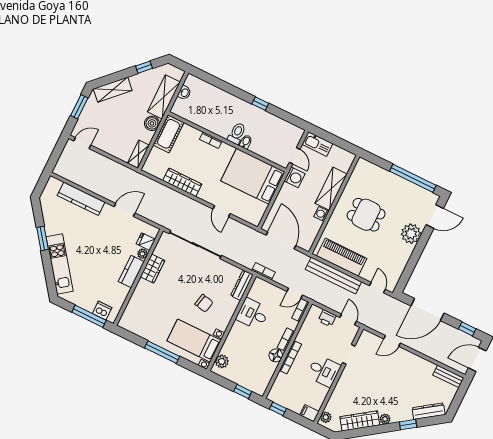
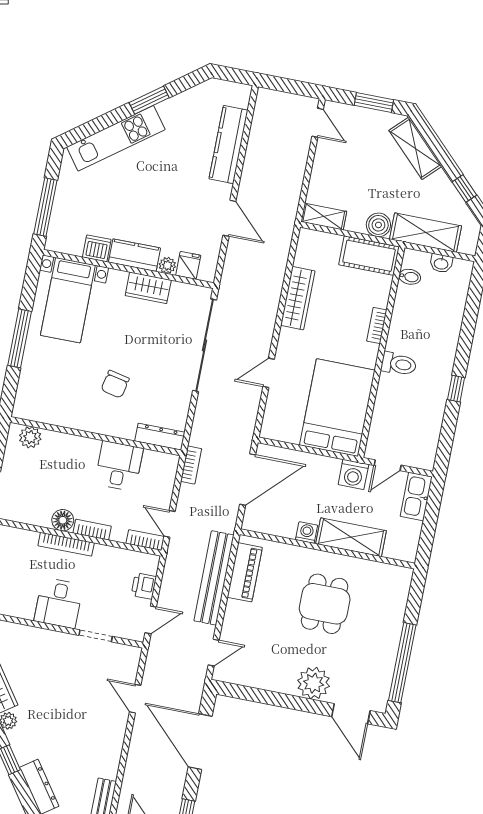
bidet: (246, 142) -> (410, 277), moved
piano: (342, 257) -> (245, 572), width x0.73, depth x0.75
dishwasher: (102, 311) -> (97, 248), moved, turned -90
bed with nightstands: (194, 341) -> (68, 300), moved, turned 180

